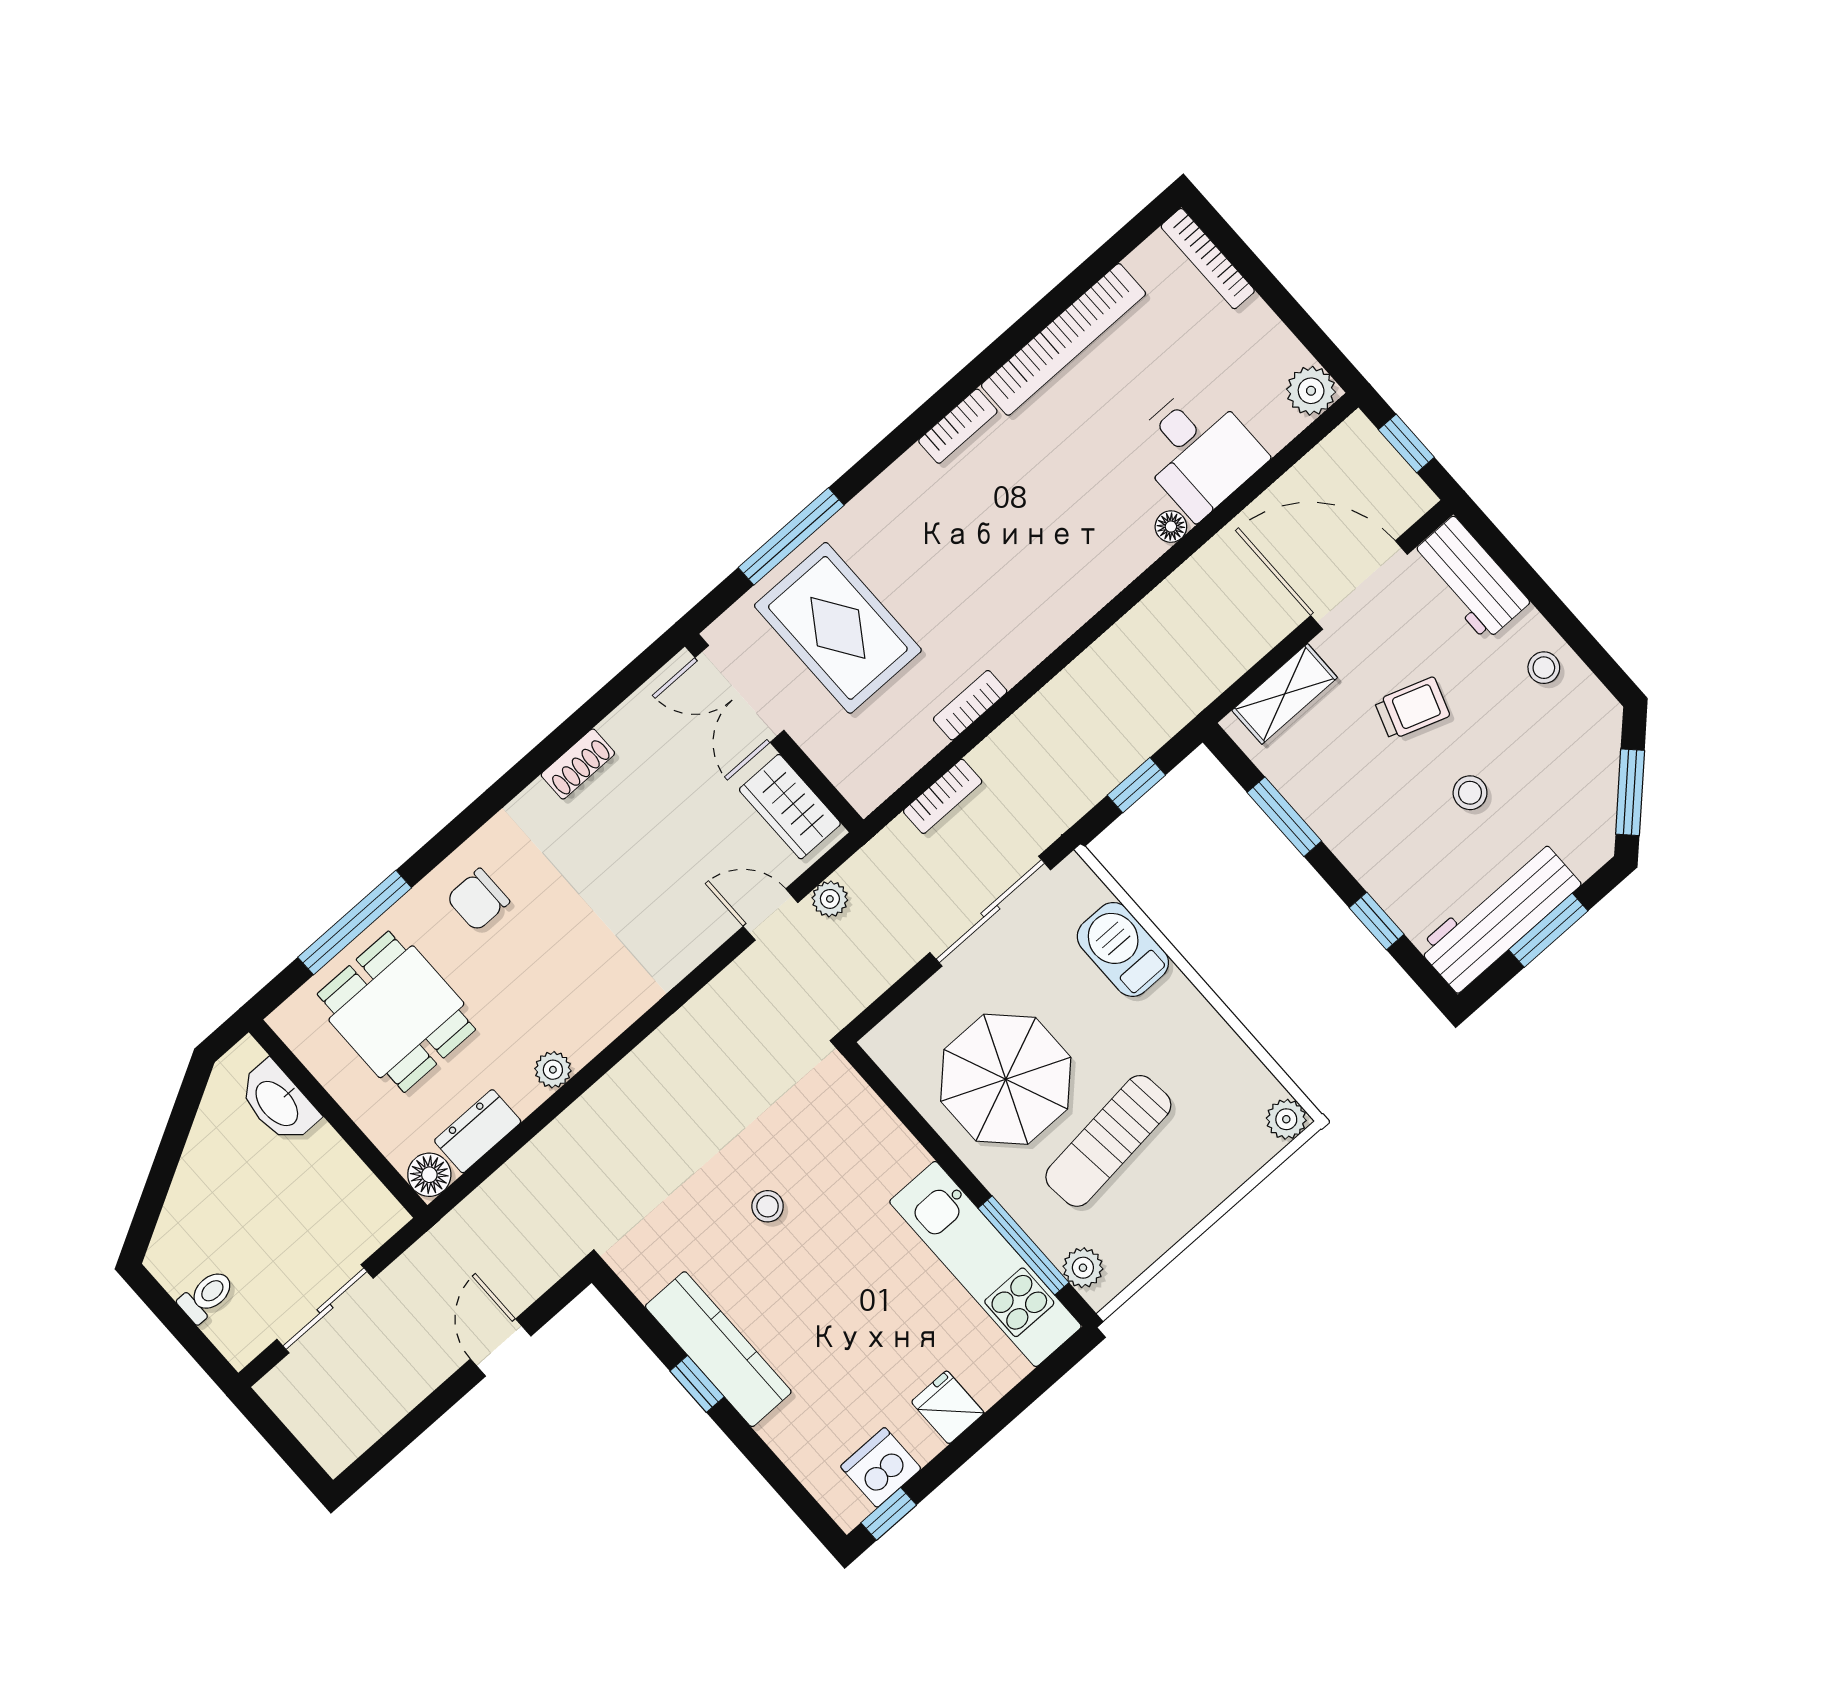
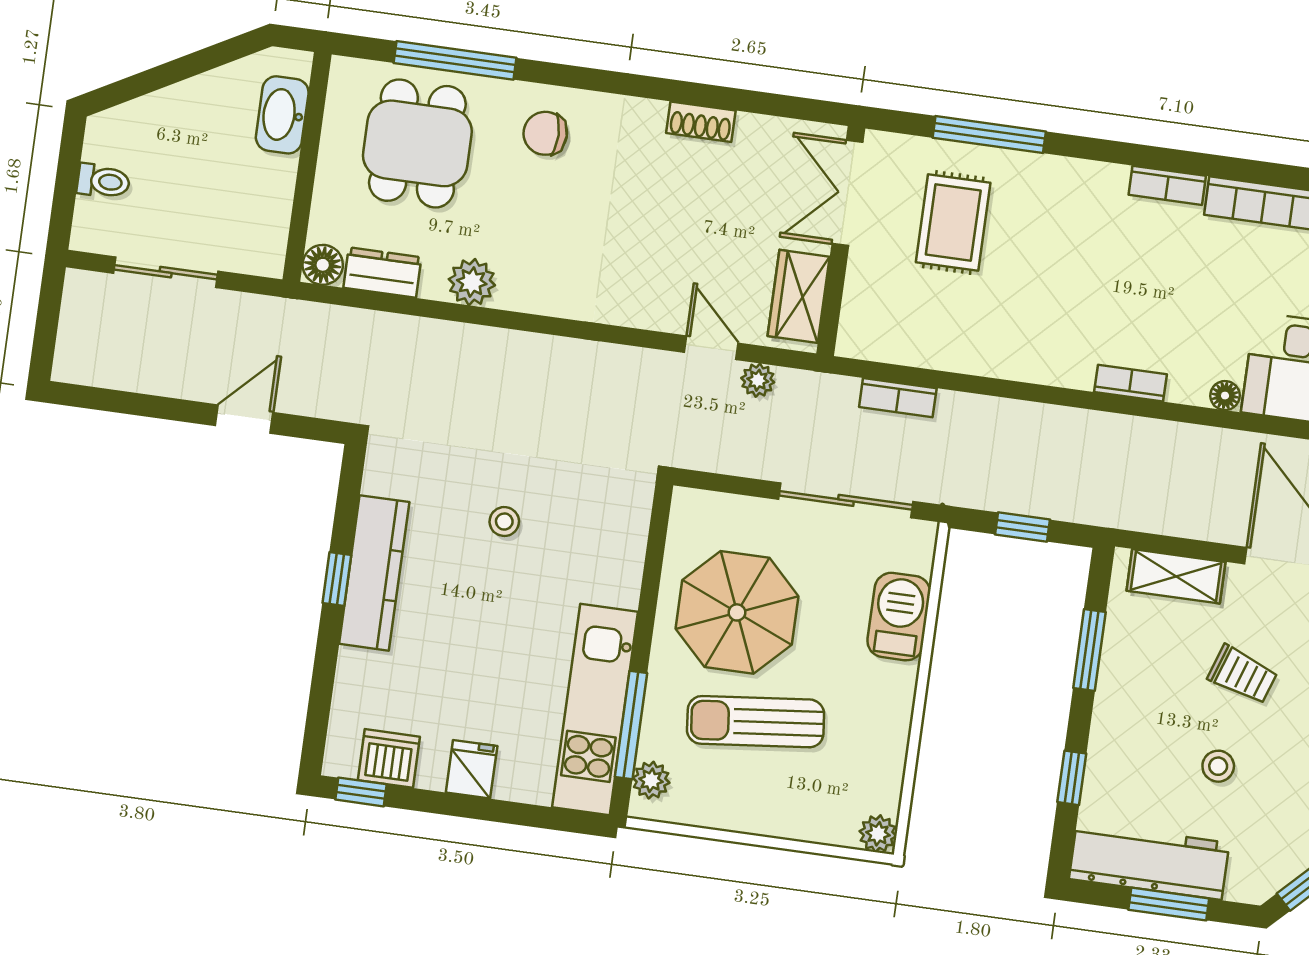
rug: (838, 628) -> (953, 223), width x0.73, depth x0.70
bookcase: (970, 705) -> (1131, 383), moved
plant: (553, 1070) -> (472, 282), width x1.38, depth x1.38

